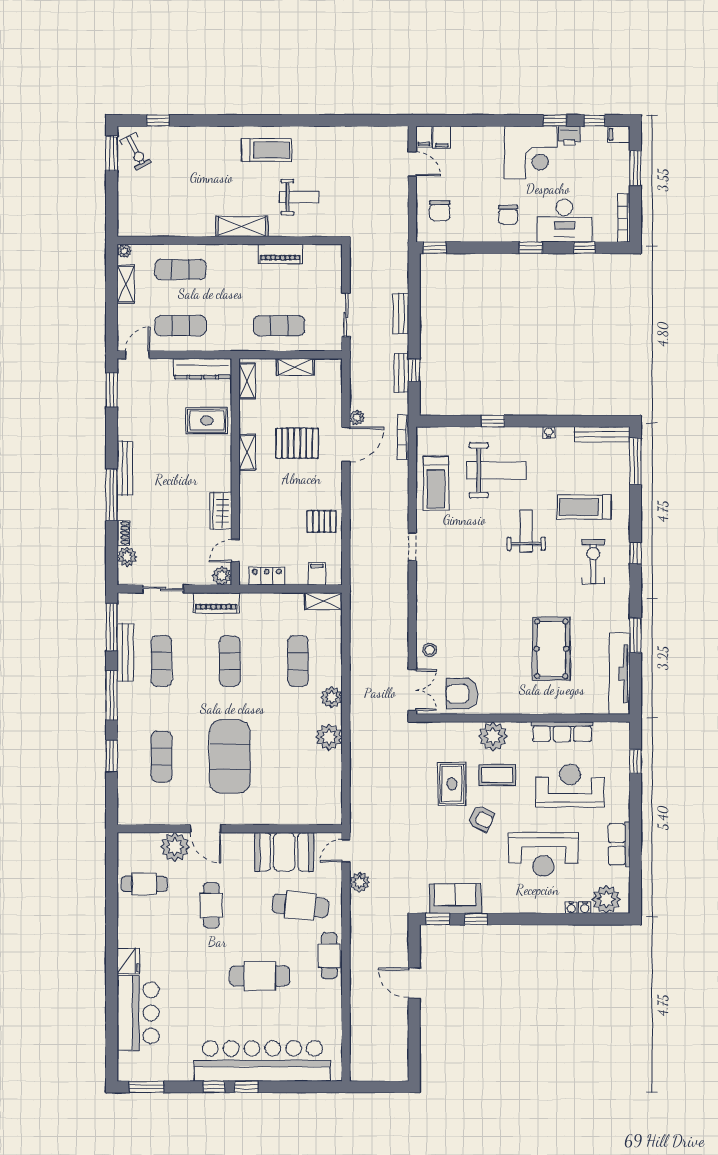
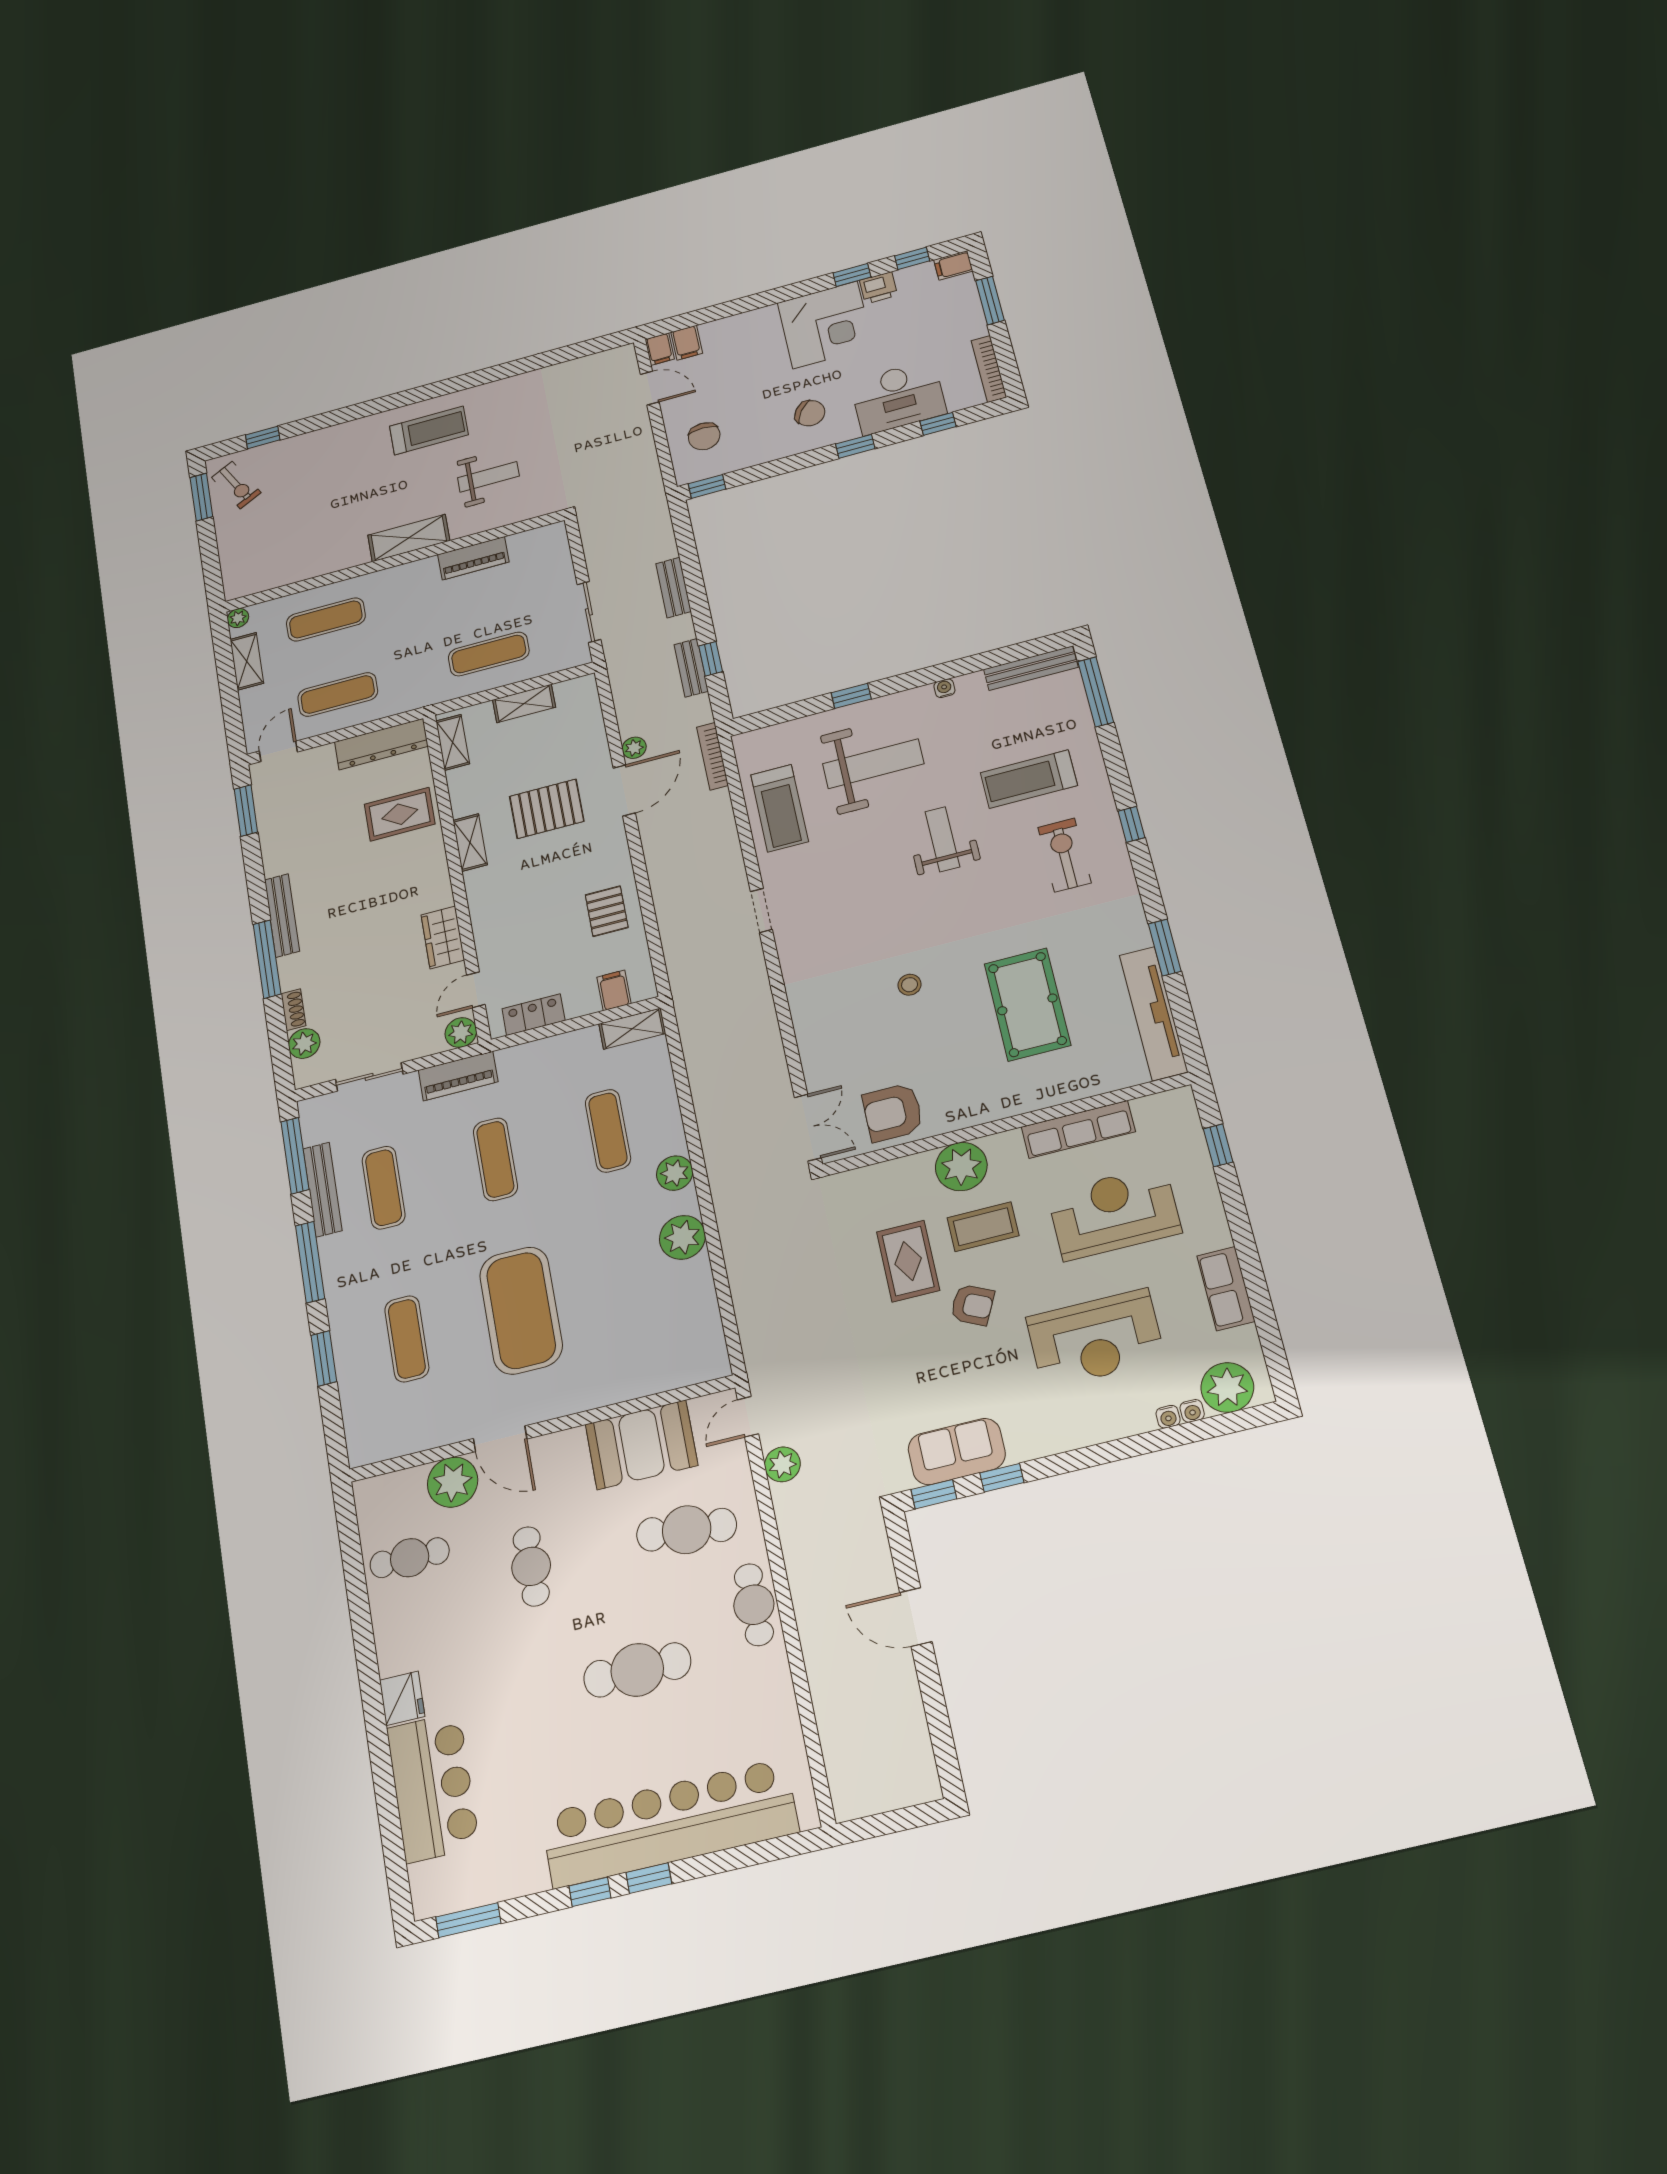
chair: (508, 215) -> (810, 413), turned -56
pallet: (321, 521) -> (607, 911), turned 90
stool: (430, 650) -> (910, 985), moved

